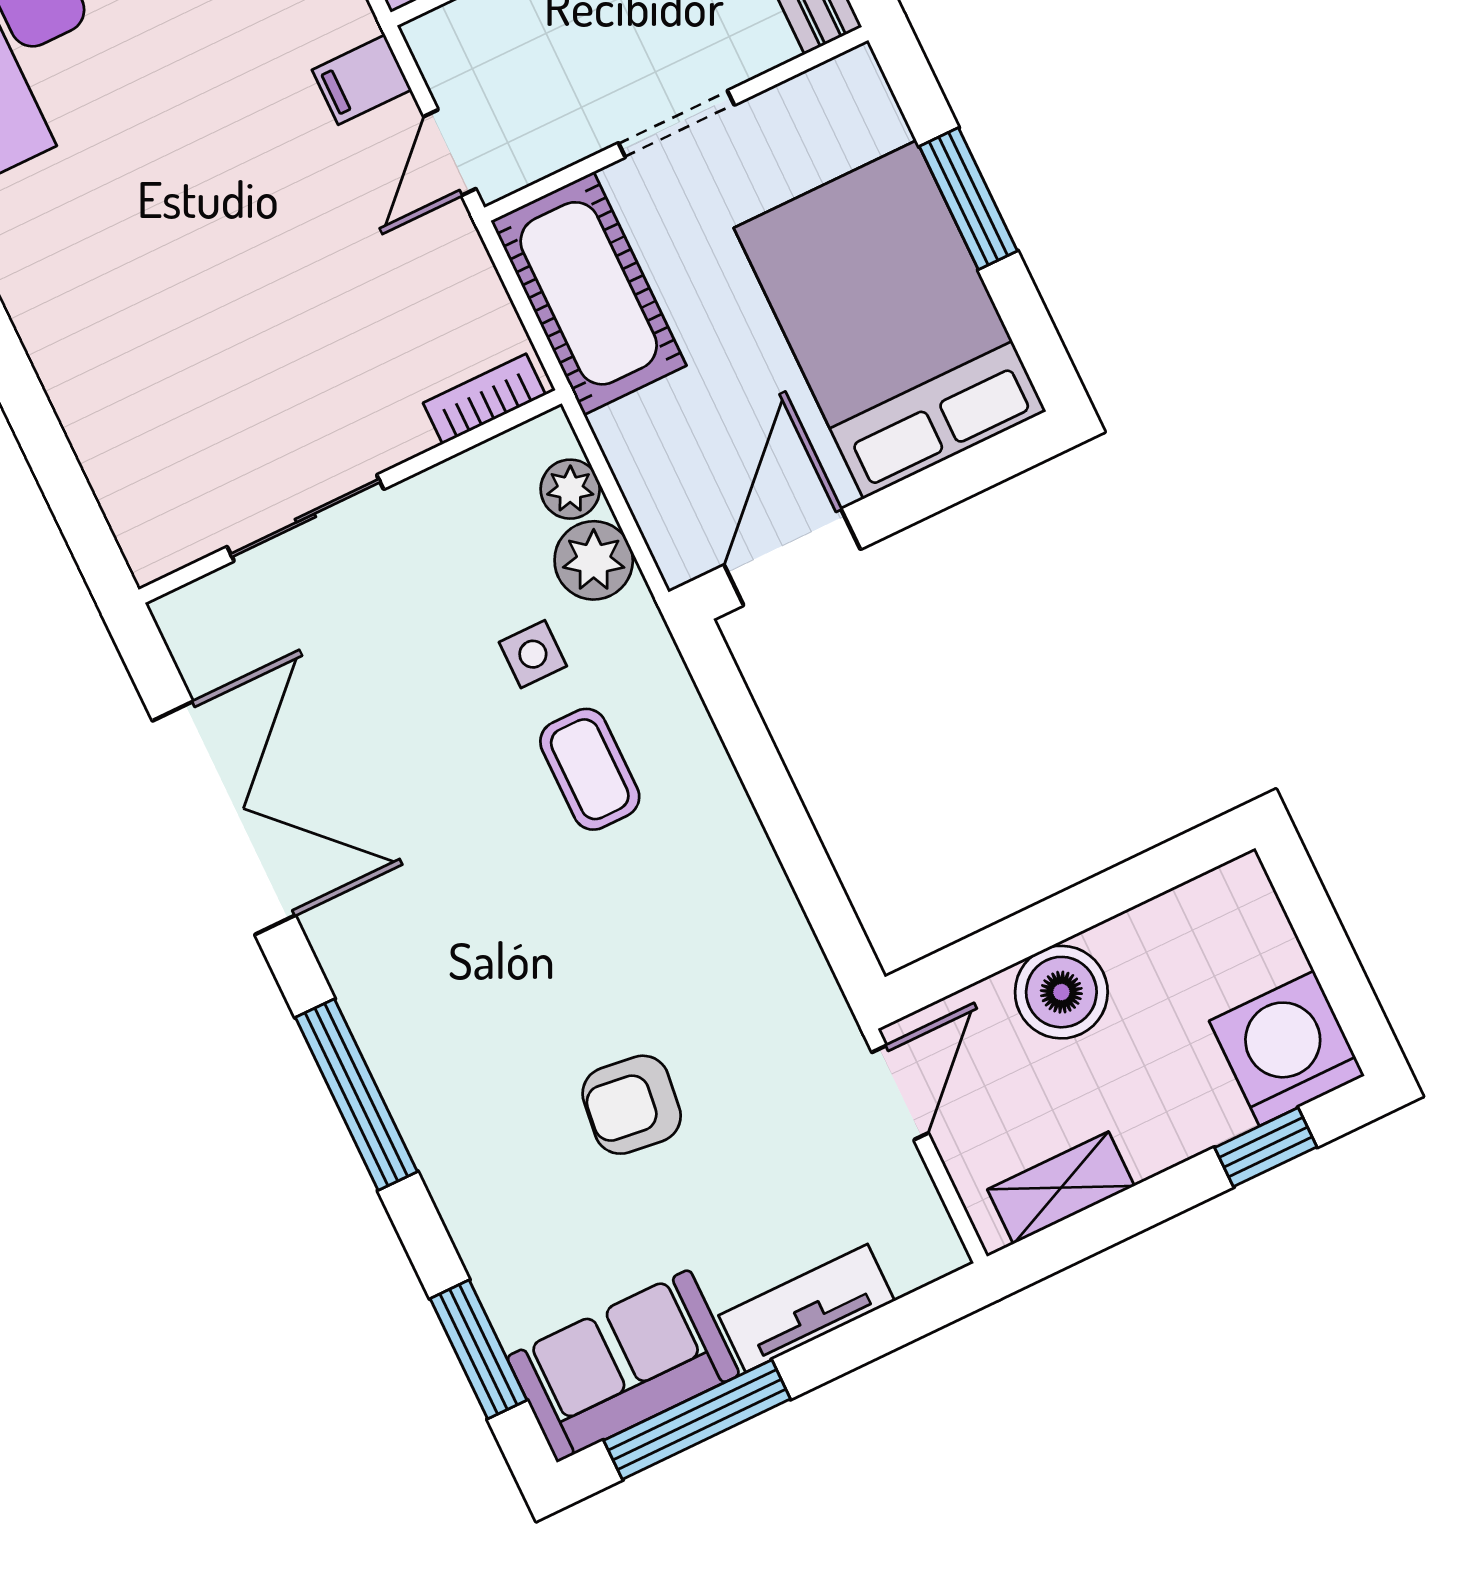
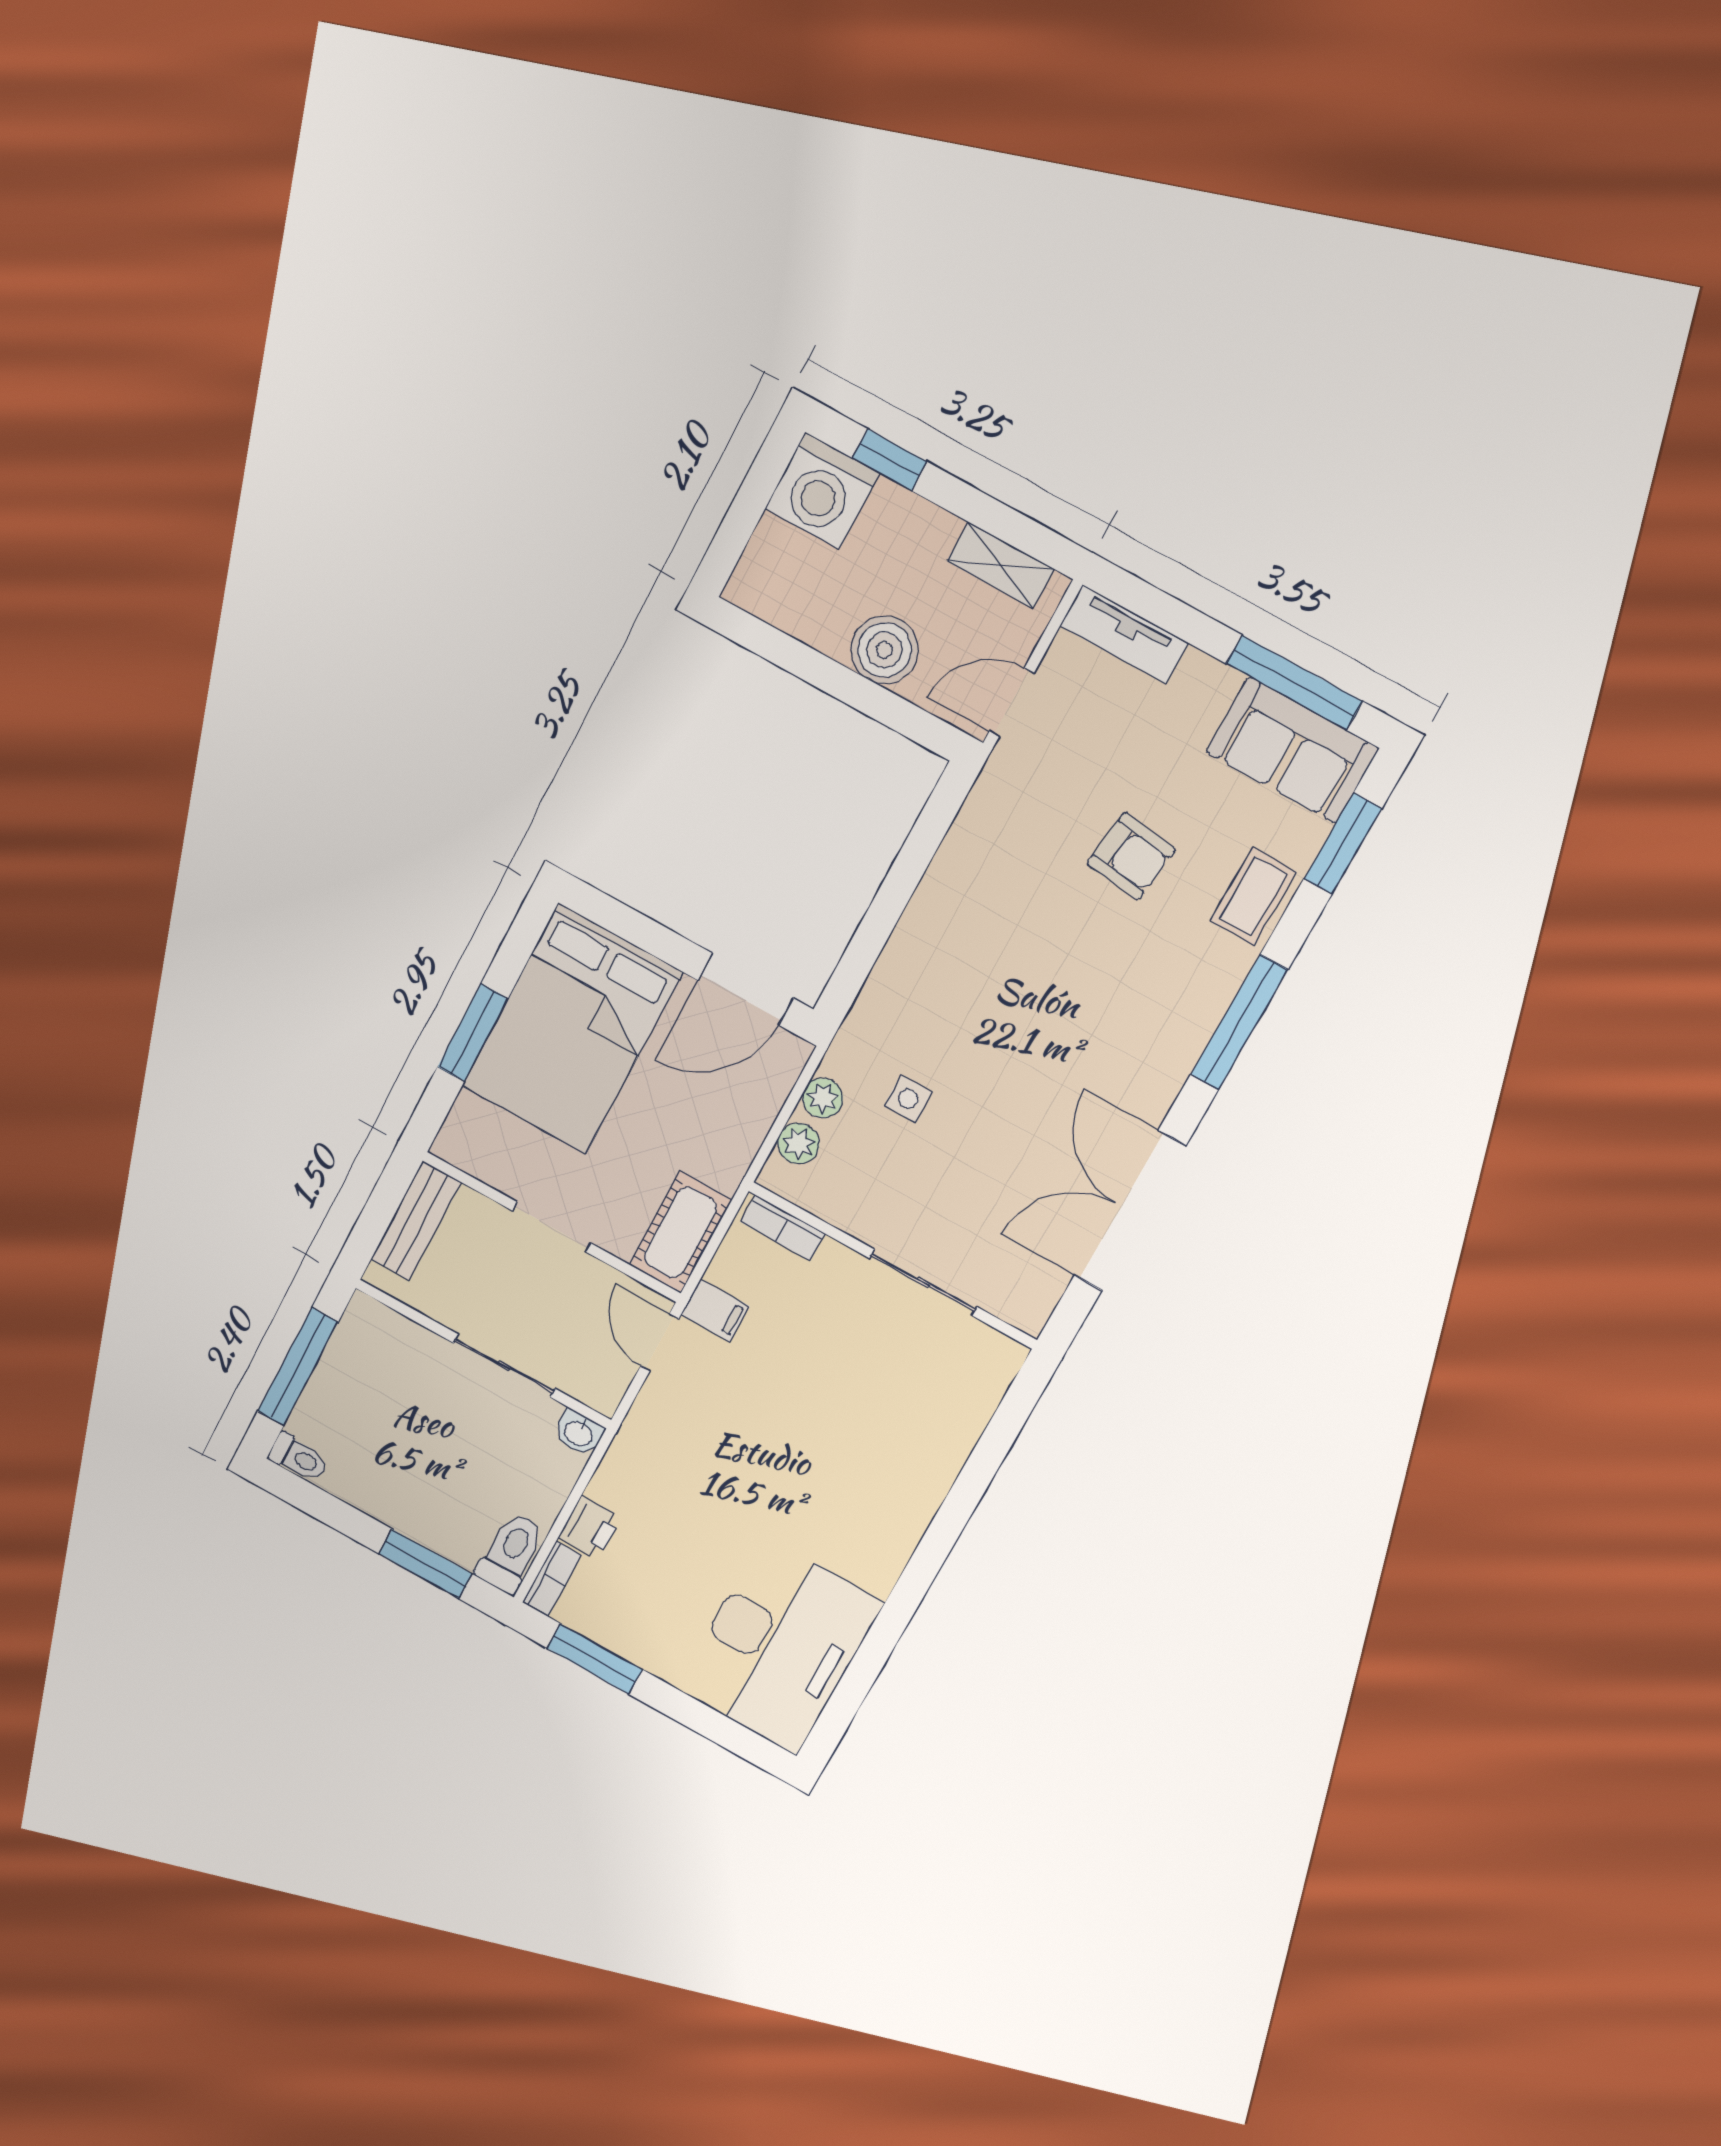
filing cabinet: (362, 80) -> (715, 1310), moved
door: (450, 153) -> (660, 1342), swing flipped
cot: (589, 293) -> (680, 1232), width x0.73, depth x0.75
plant: (594, 560) -> (823, 1098), width x0.73, depth x0.73
coffee table: (590, 769) -> (1253, 896), moved
tv unit: (807, 1308) -> (1124, 634), moved

